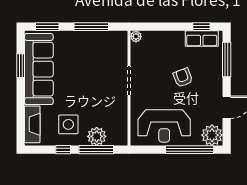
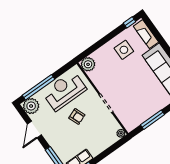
armchair: (183, 78) -> (77, 116), moved
plant: (97, 136) -> (88, 64), moved
window: (63, 150) -> (129, 22), moved
window: (96, 150) -> (96, 46), removed

